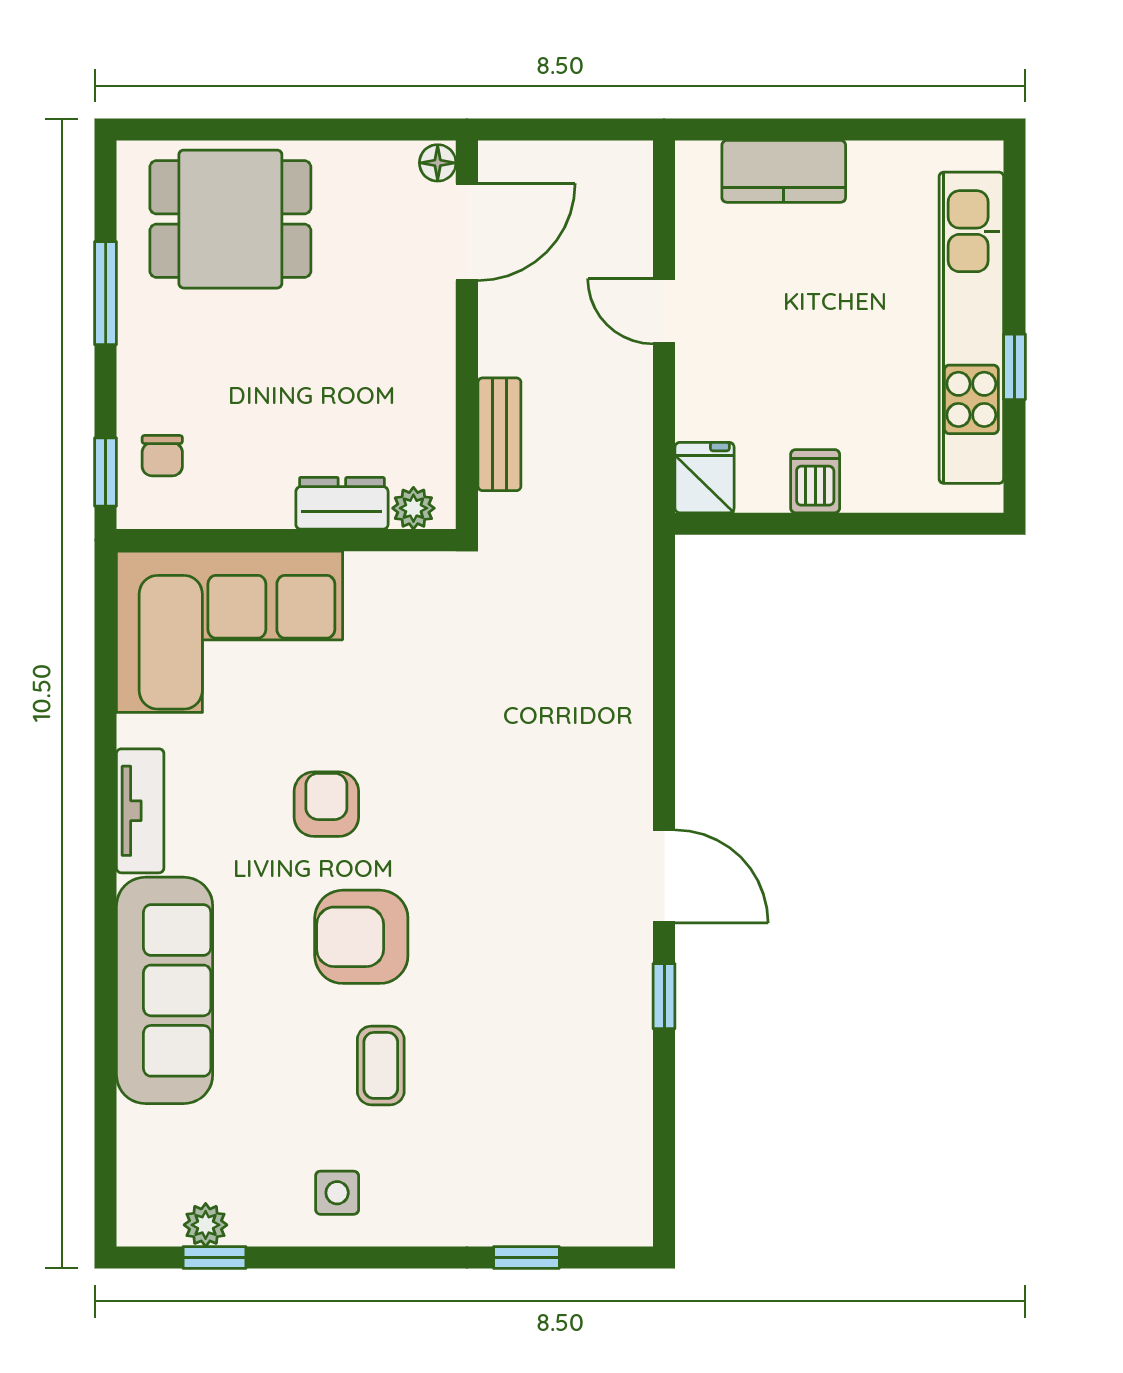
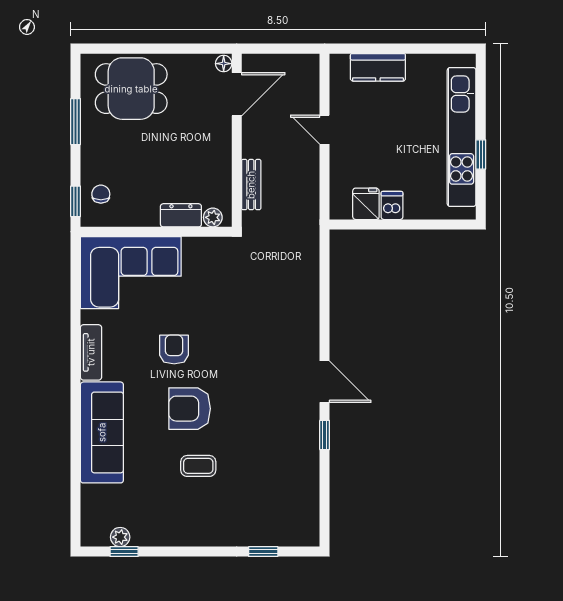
chair: (162, 456) -> (101, 194), turned 180
fridge: (705, 478) -> (366, 204), moved
coffee table: (381, 1065) -> (198, 466), turned 90
side table: (337, 1193) -> (179, 523), removed

